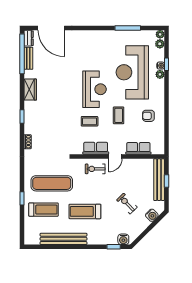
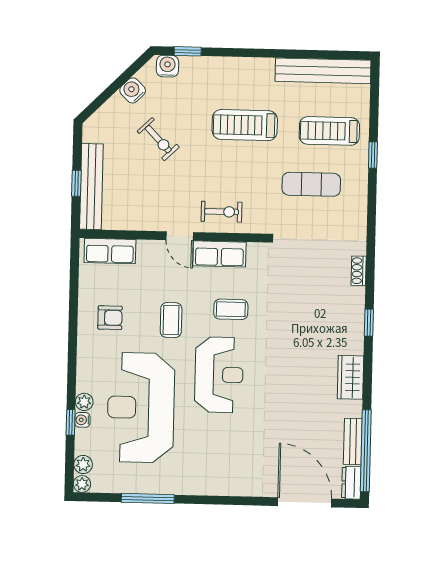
reception desk: (132, 72) -> (141, 408), turned 180
reception desk: (95, 89) -> (219, 375), turned 180
row of seats: (138, 148) -> (110, 251), moved
door: (115, 157) -> (180, 236), swing flipped
exercise mat: (52, 183) -> (311, 184), width x0.73, depth x0.69
treadmill: (85, 211) -> (245, 125), turned 180
water cooler: (152, 215) -> (133, 90), moved
bench: (63, 239) -> (323, 71), moved

